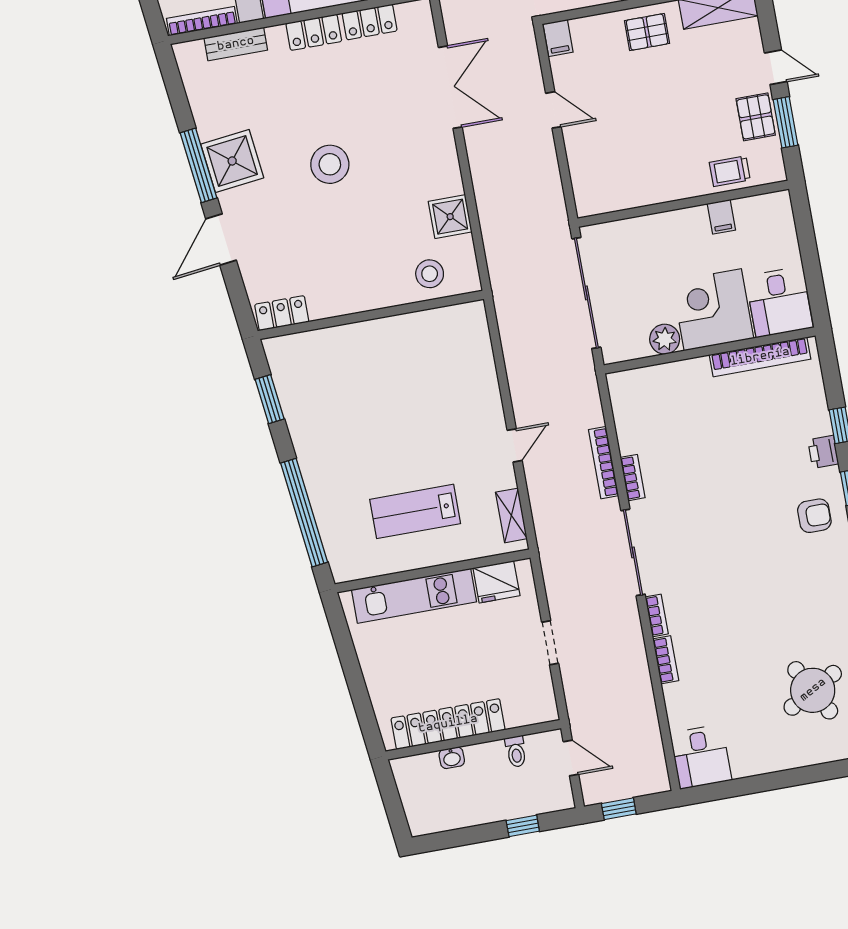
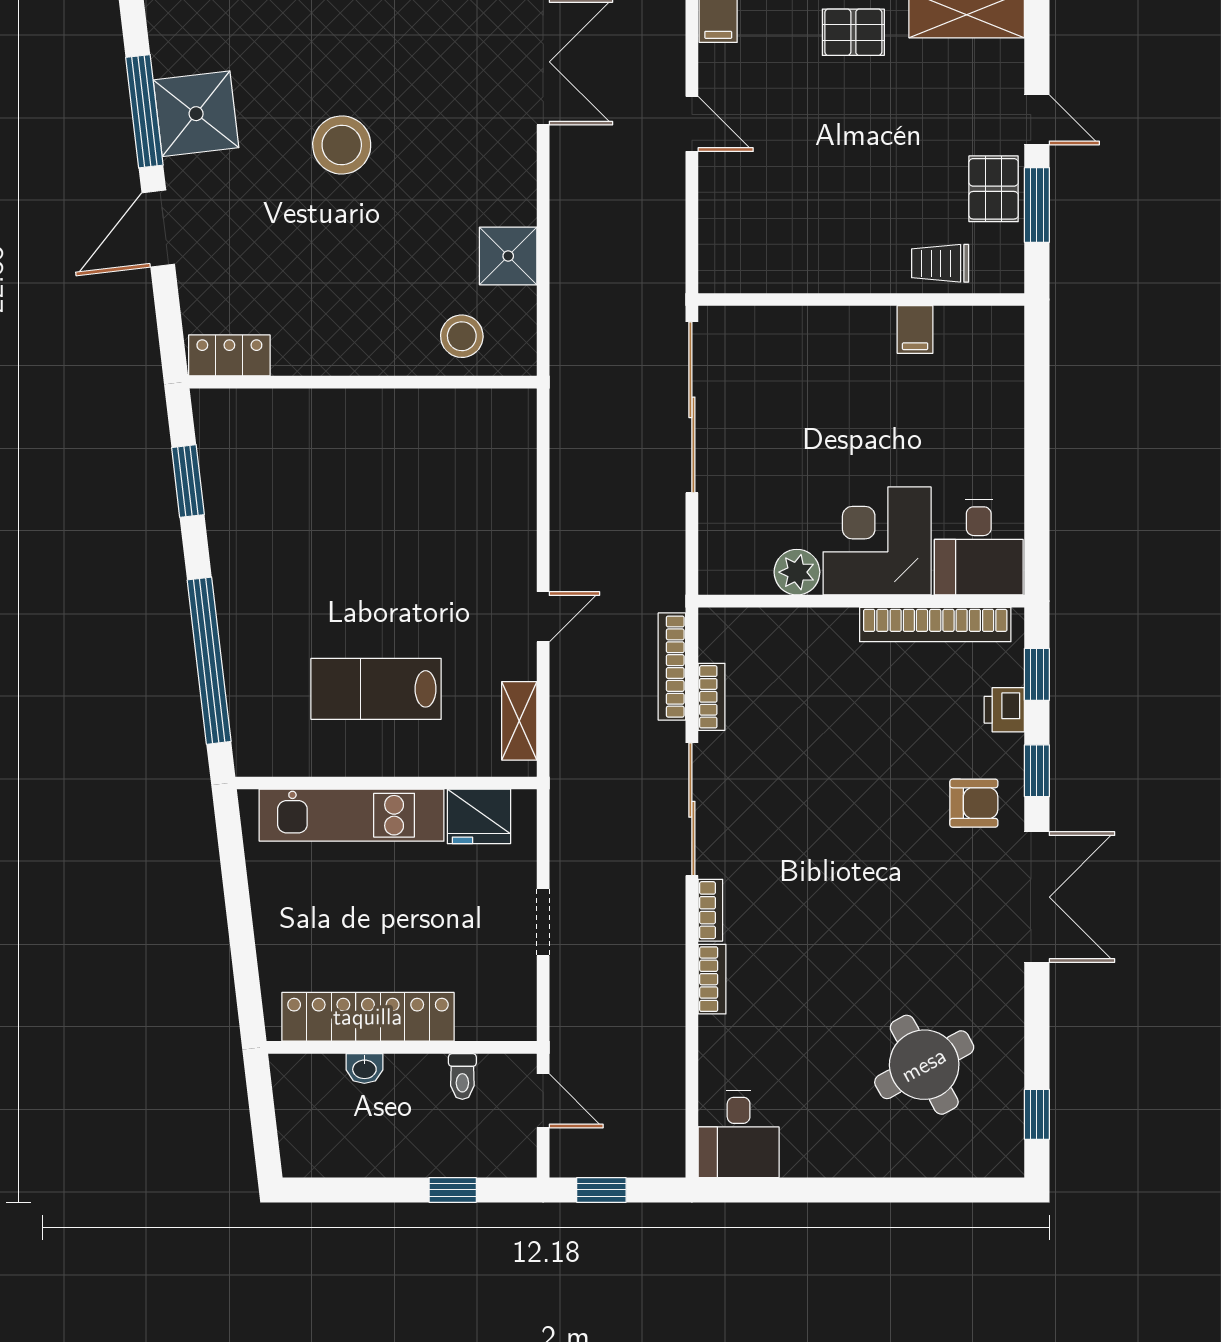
desk: (779, 302) -> (979, 547), moved
corner desk: (713, 310) -> (877, 541), moved
plant: (665, 339) -> (797, 572), moved
wall: (710, 350) -> (861, 601), moved
bookcase: (760, 357) -> (935, 625), moved

